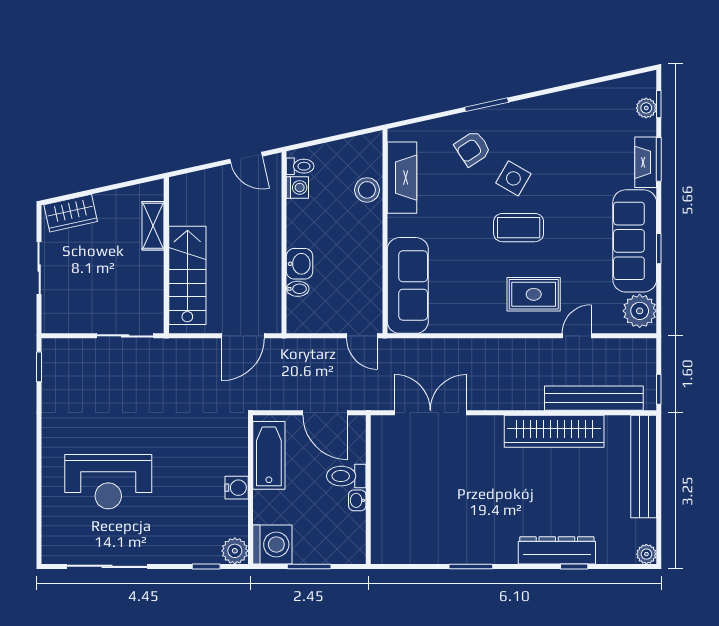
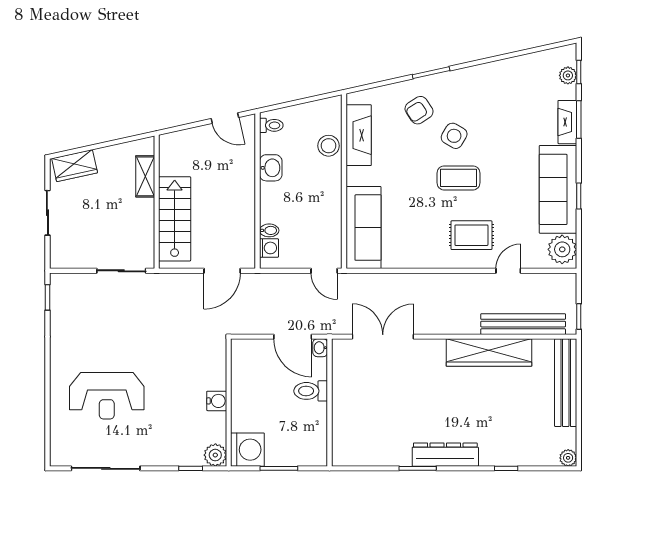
washing machine: (297, 187) -> (269, 248), moved
washbasin: (300, 264) -> (271, 168), moved
bathtub: (269, 455) -> (244, 373), removed
washbasin: (357, 500) -> (320, 348), moved
dresser: (557, 550) -> (445, 455), moved

